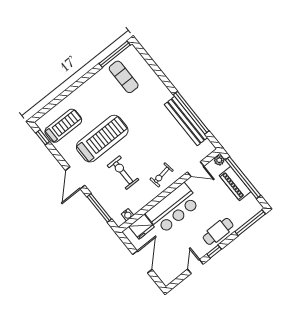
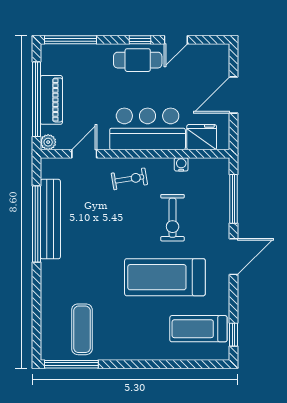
door: (196, 169) -> (84, 154), hinge flipped
water cooler: (127, 215) -> (181, 164), moved
cafe table: (218, 231) -> (138, 60), moved

